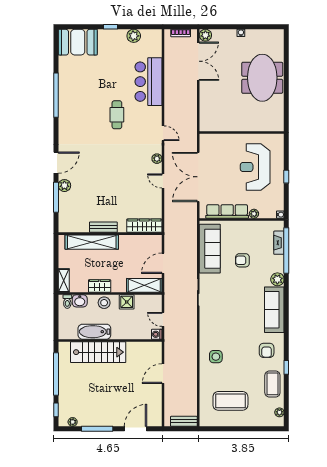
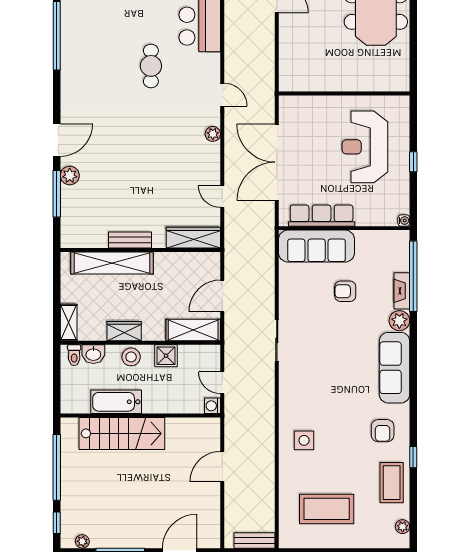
door: (163, 181) -> (222, 196), moved
plant: (254, 214) -> (363, 219), removed
fireplace: (279, 243) -> (402, 291), moved
sofa: (210, 249) -> (317, 246), moved, turned 90

